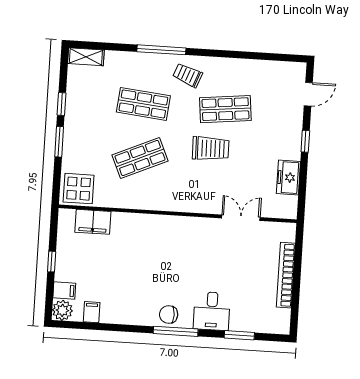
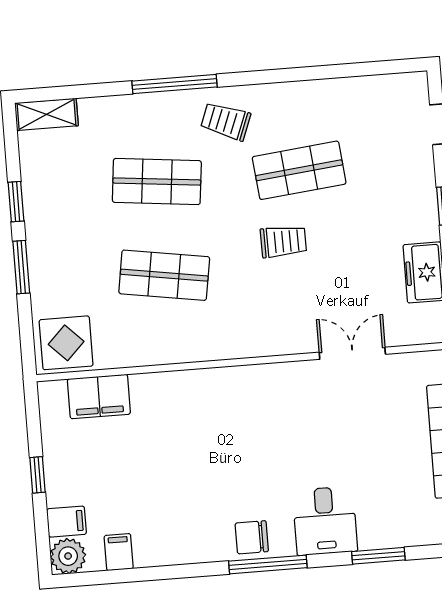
trolley: (211, 148) -> (283, 241), width x0.73, depth x0.72
shop shelf: (140, 158) -> (164, 275), turned 33

